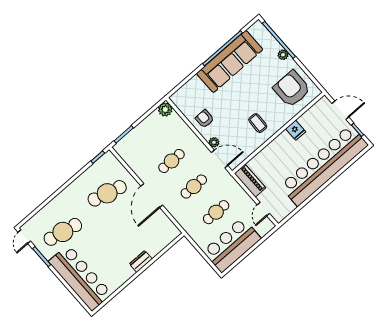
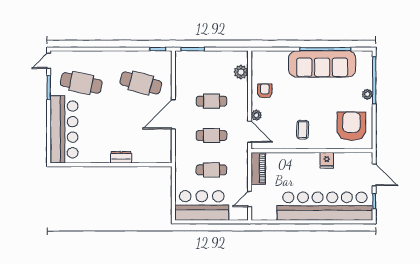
plant: (165, 110) -> (241, 72), moved

